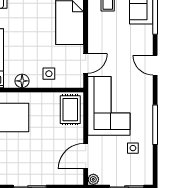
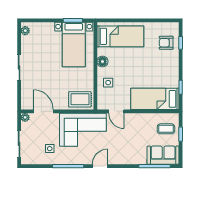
door: (155, 65) -> (100, 166), moved

